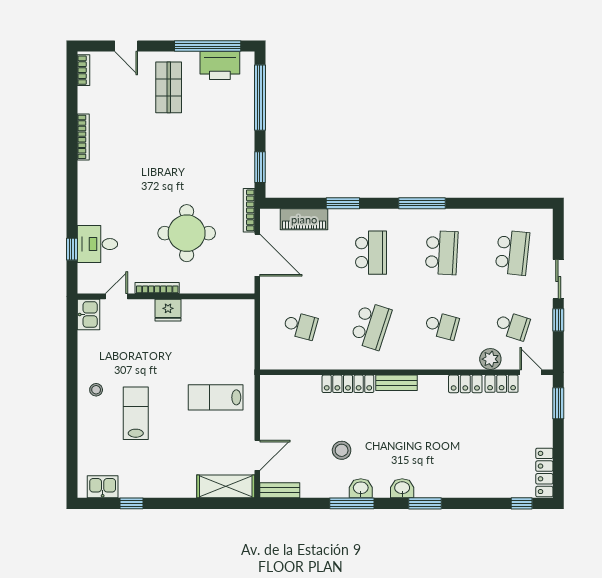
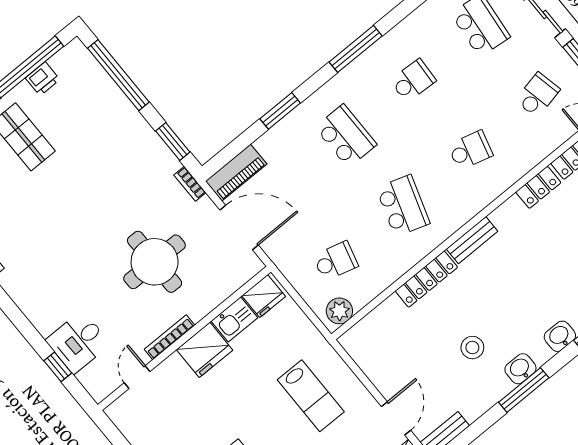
printer: (220, 66) -> (43, 79), width x0.53, depth x0.68
bookcase: (249, 210) -> (190, 184), width x0.64
piano: (304, 219) -> (236, 173), moved
school desk: (442, 253) -> (413, 81), width x0.54
fridge: (168, 310) -> (204, 350), width x1.36, depth x1.34
fridge: (237, 311) -> (264, 296), added
kitchen sink: (89, 314) -> (234, 319), moved, turned 90
school desk: (512, 326) -> (538, 95), turned -30
plant: (490, 359) -> (339, 311), moved
lab bench: (216, 397) -> (311, 396), turned -90

